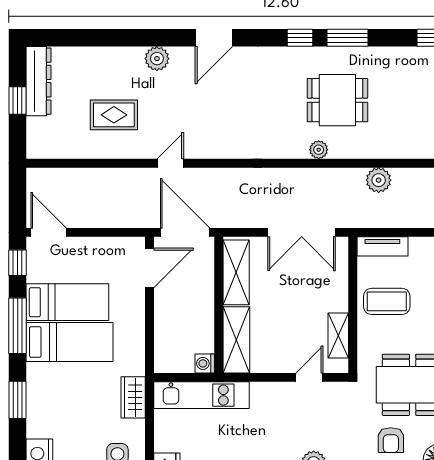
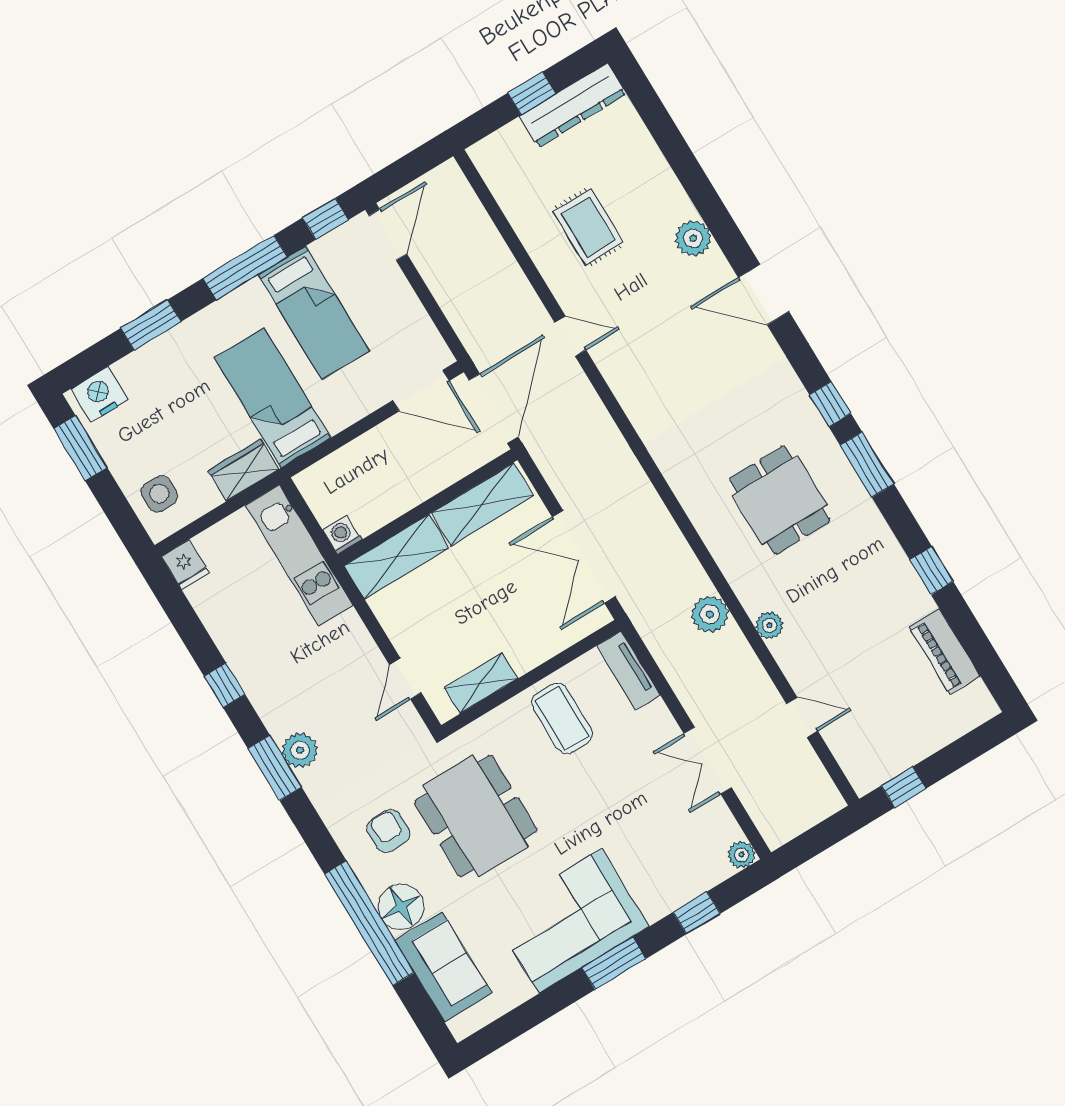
plant: (319, 150) -> (770, 625), moved
bed: (70, 342) -> (273, 398), moved, turned 180
door: (309, 377) -> (405, 679), swing flipped
armchair: (391, 440) -> (388, 831), turned 90

